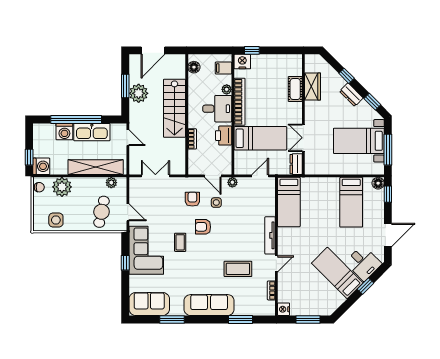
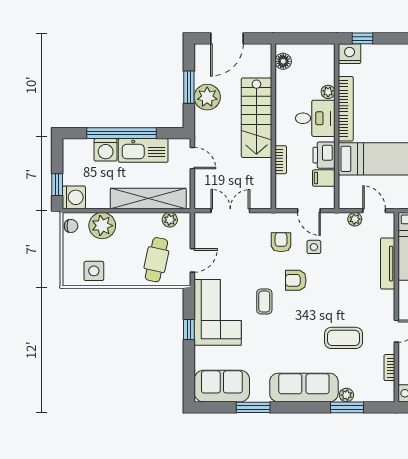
filing cabinet: (223, 68) -> (324, 178), moved
door: (260, 176) -> (374, 211), hinge flipped
plant: (232, 182) -> (355, 219), moved
door: (128, 212) -> (192, 260), hinge flipped
tv unit: (270, 235) -> (388, 264), moved
plant: (240, 310) -> (346, 395), added

